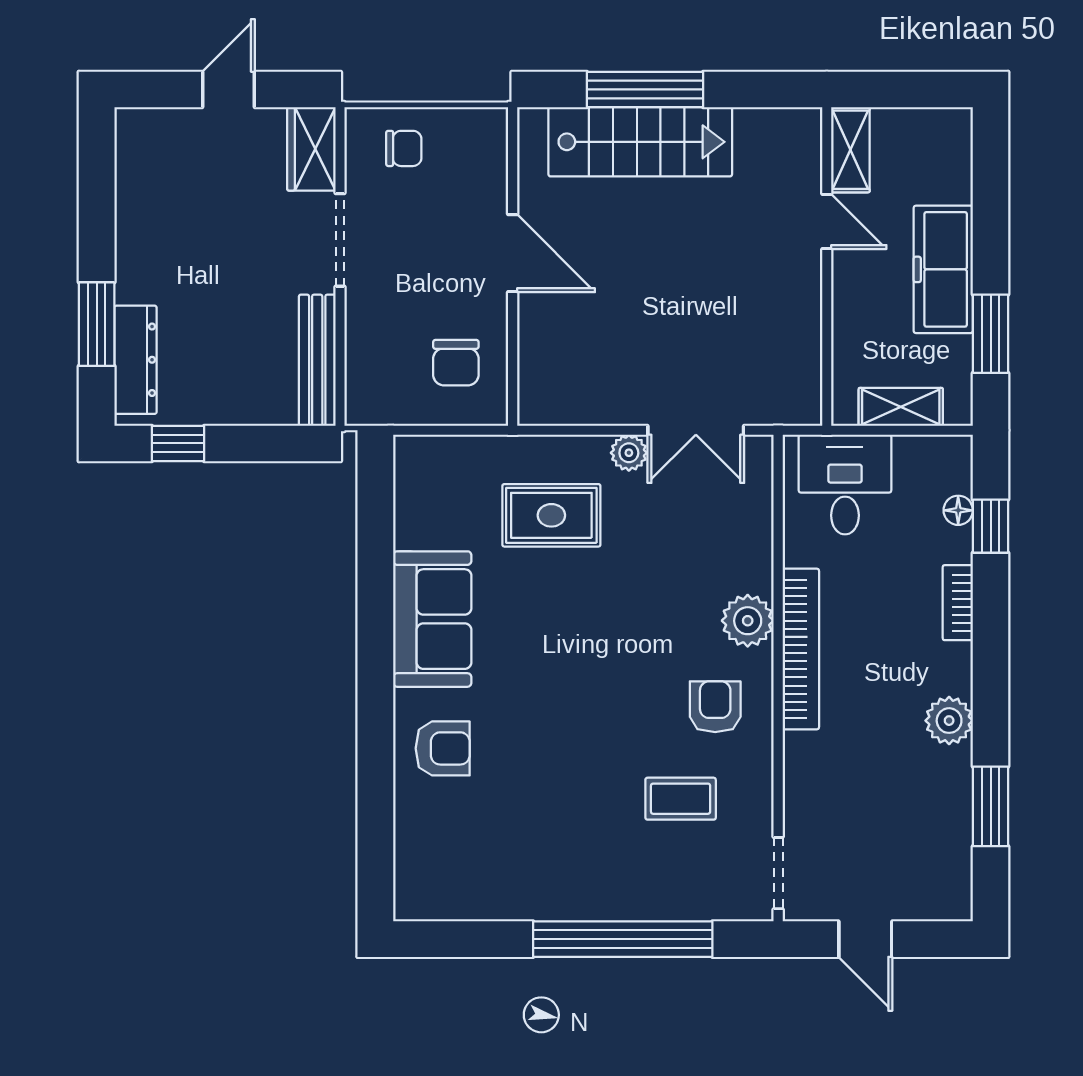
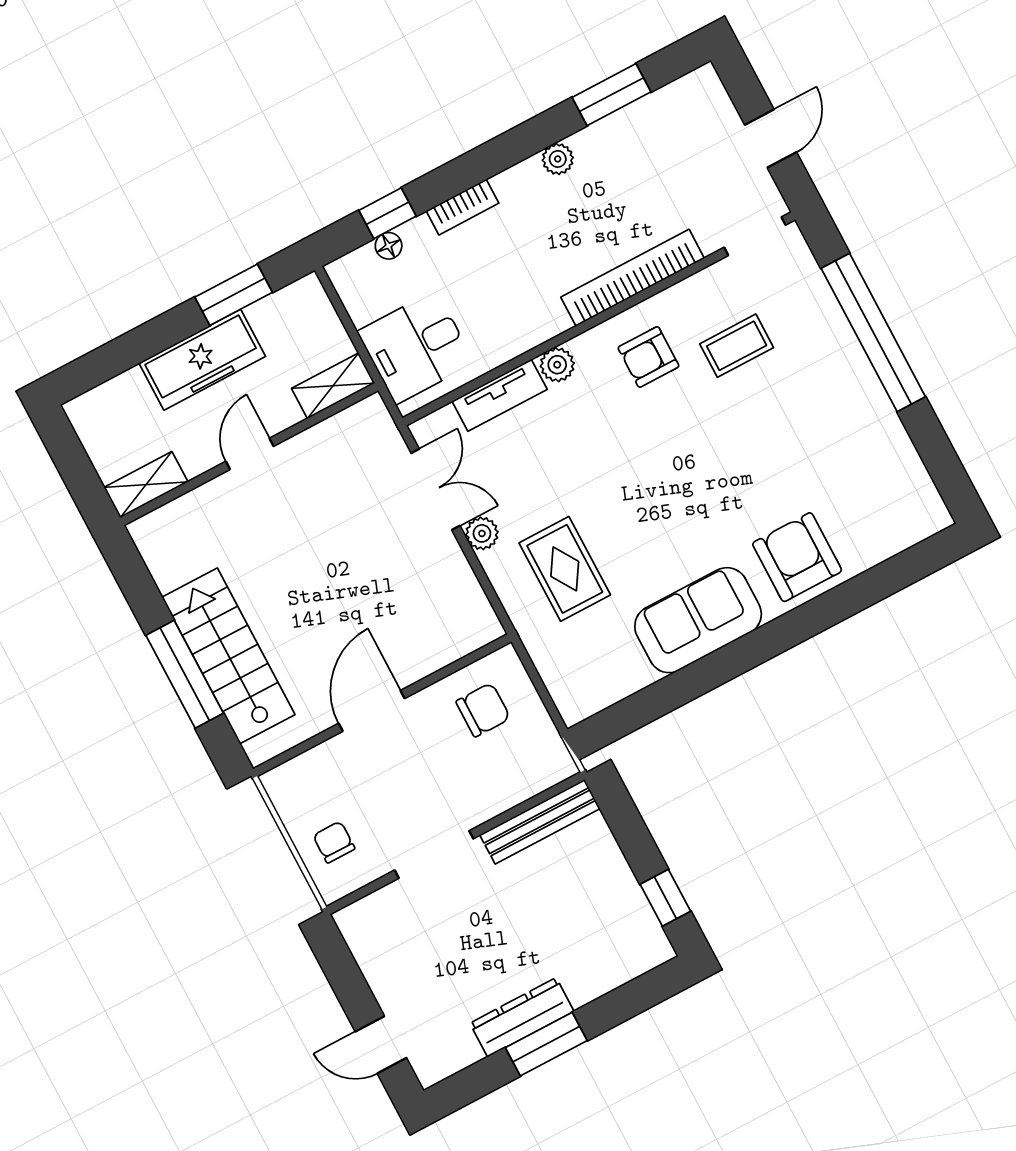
door: (229, 89) -> (381, 1045), moved
wardrobe: (311, 149) -> (373, 916), removed
door: (827, 221) -> (250, 454), moved
window: (97, 324) -> (546, 1044), moved
dresser: (135, 360) -> (522, 1017), moved
shelving: (901, 407) -> (333, 386), moved, turned 90
tv unit: (755, 541) -> (500, 395), added
plant: (748, 621) -> (557, 365), width x0.73, depth x0.73
bookcase: (801, 649) -> (633, 278), moved
plant: (949, 721) -> (558, 159), width x0.73, depth x0.73
armchair: (443, 748) -> (797, 557), width x1.38, depth x1.38
coffee table: (681, 799) -> (737, 346), turned 90

